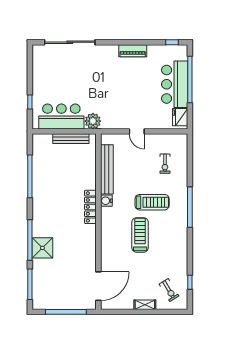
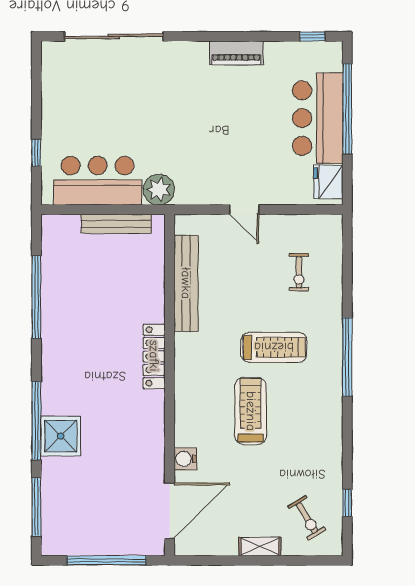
water cooler: (106, 201) -> (185, 459), moved

